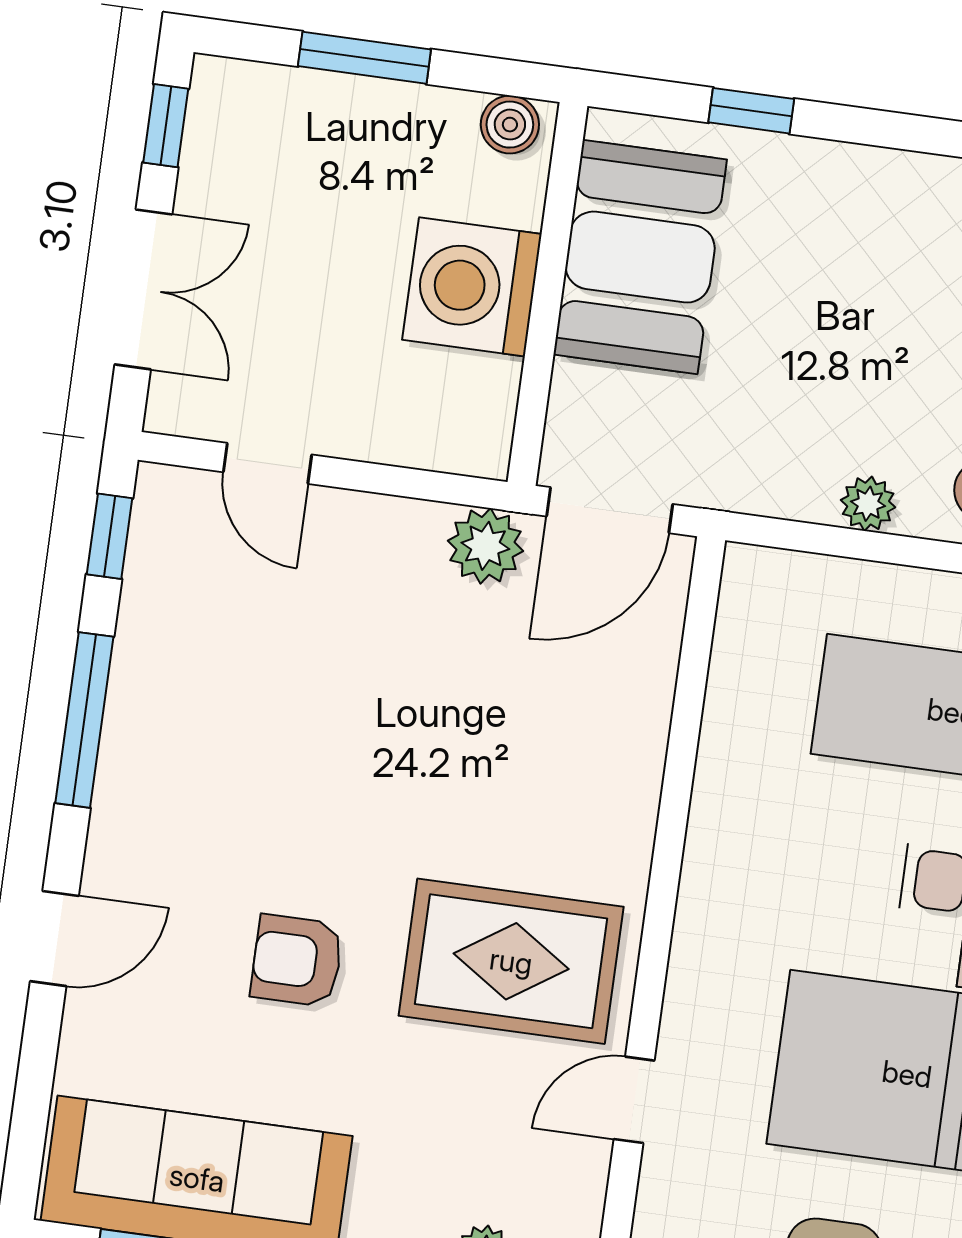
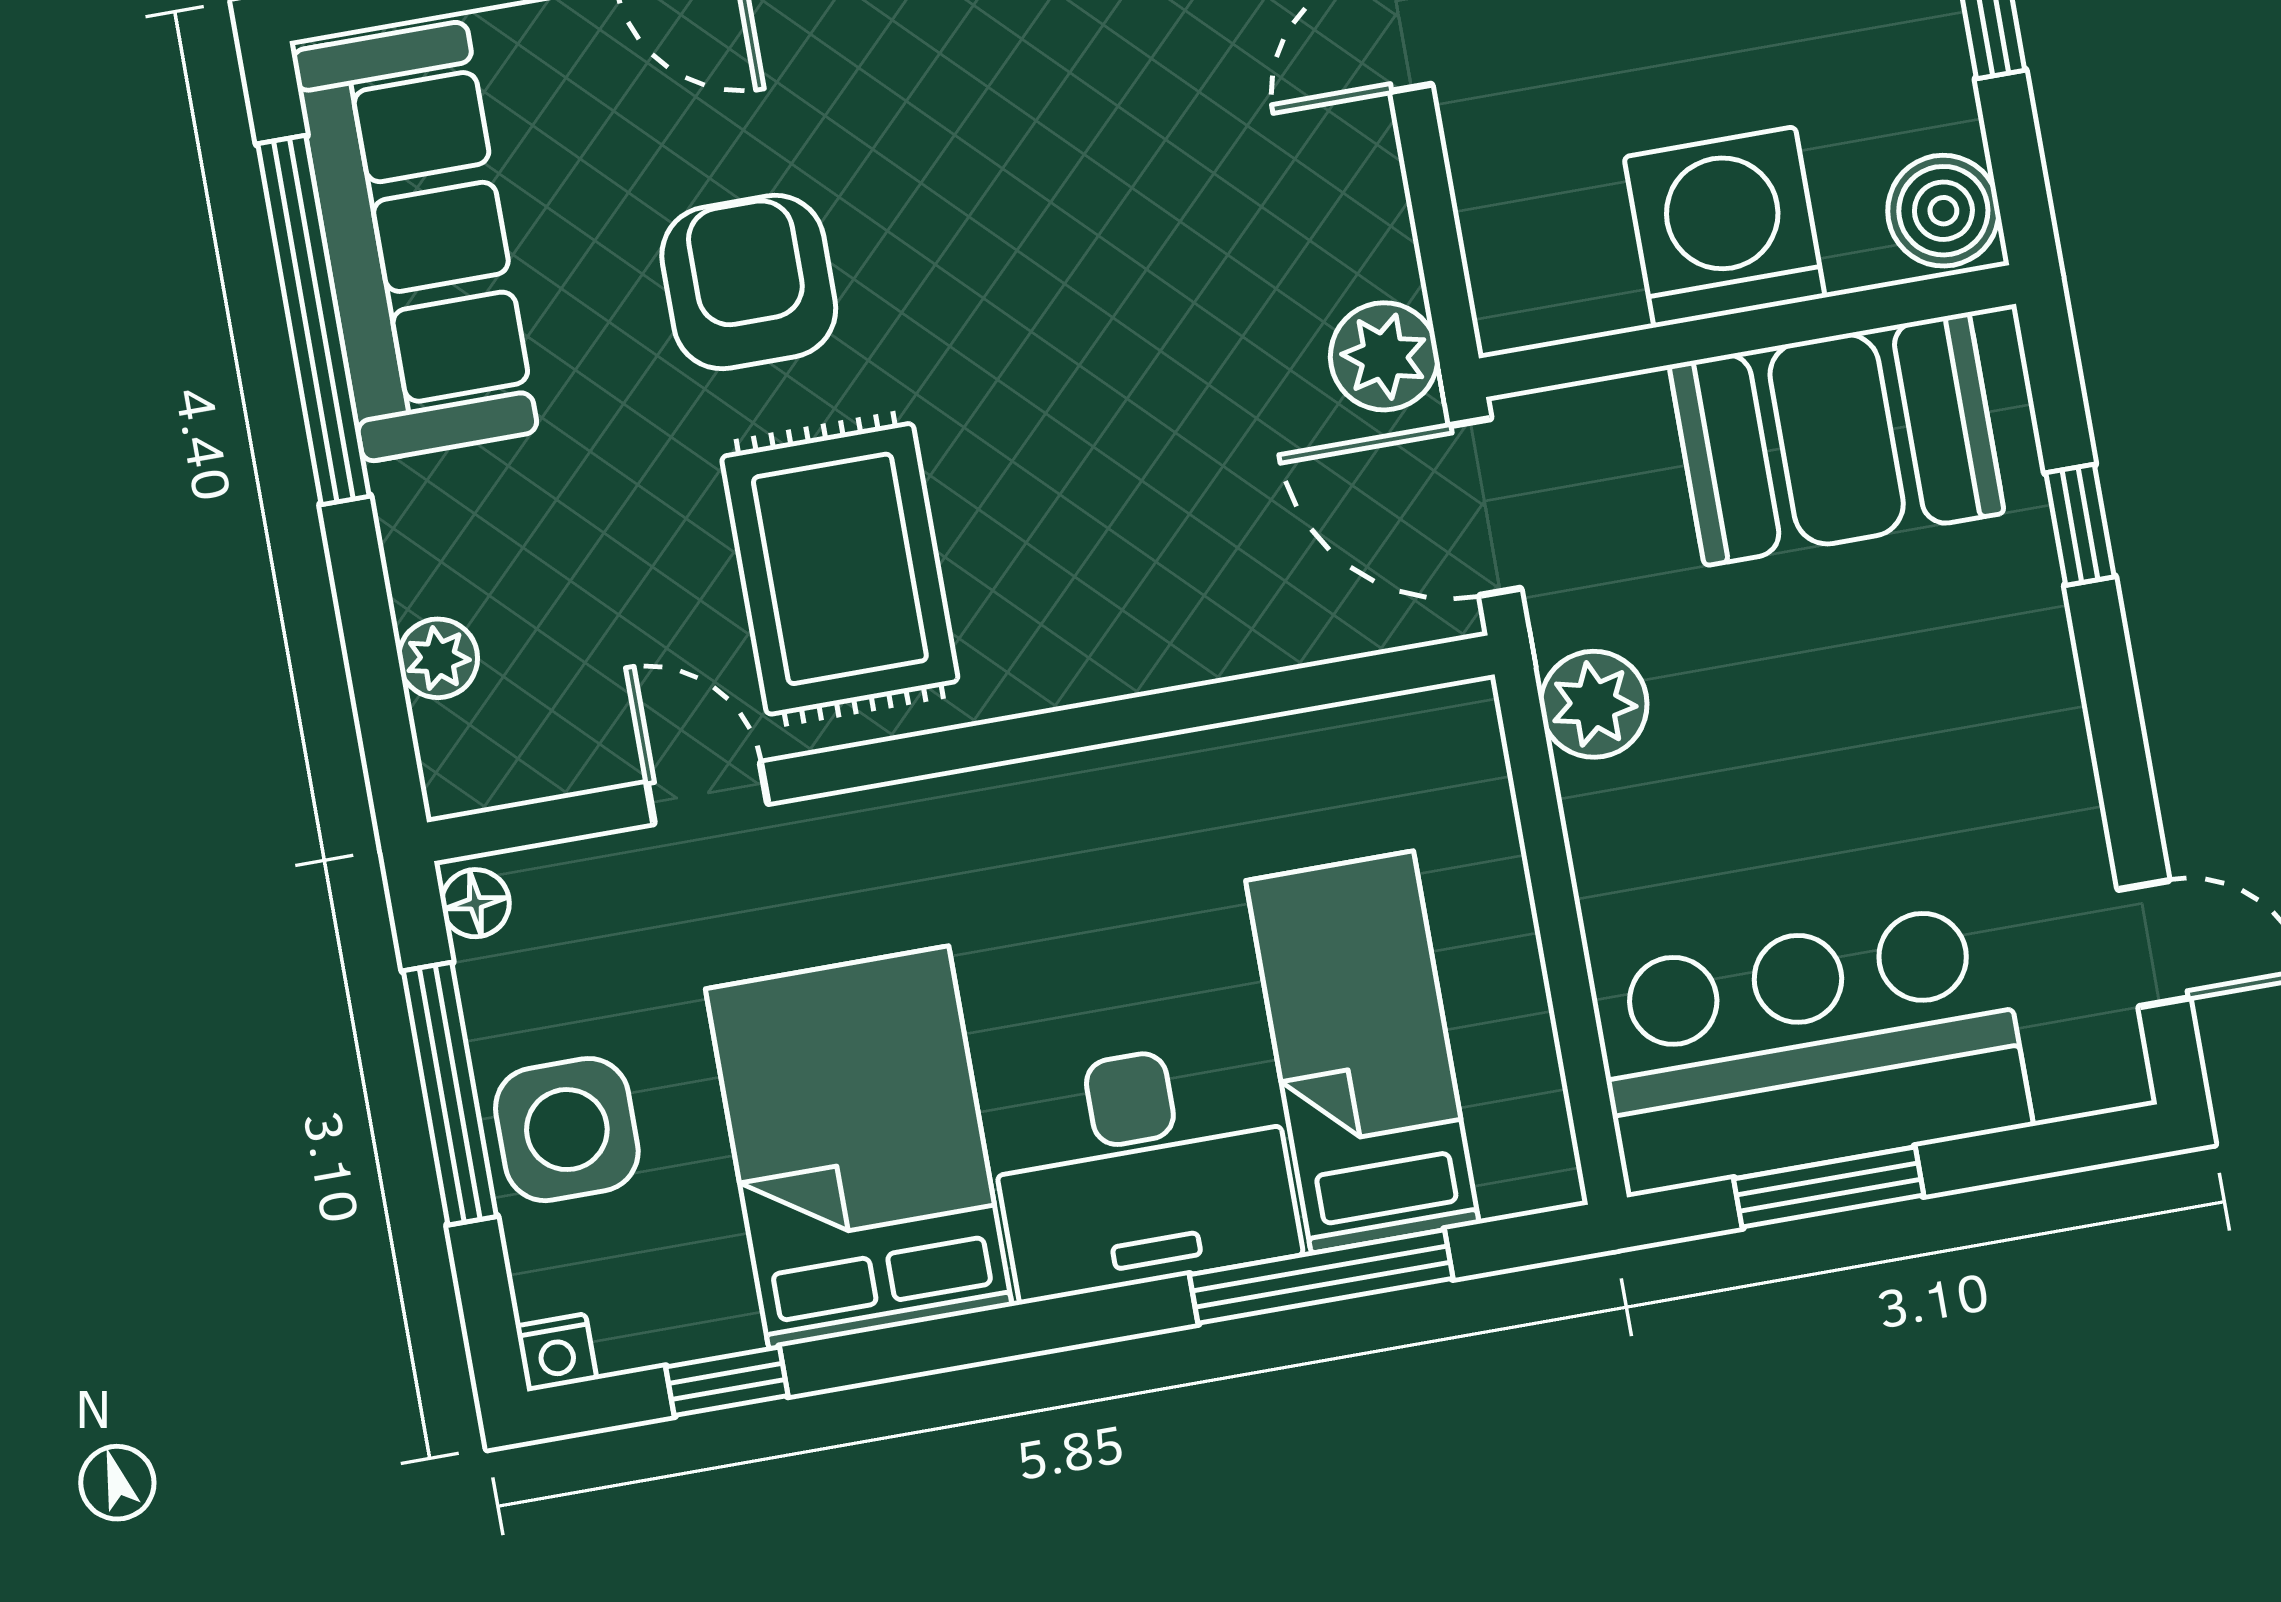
boiler: (510, 125) -> (1943, 211), width x1.36, depth x1.36
plant: (868, 504) -> (1594, 704), moved, width x1.38, depth x1.38
armchair: (297, 961) -> (749, 282), width x1.38, depth x1.38

